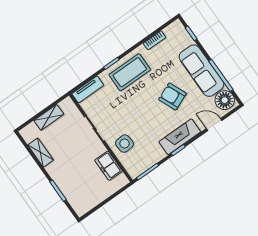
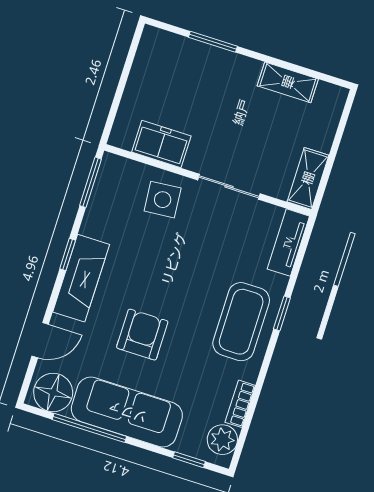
plant: (172, 31) -> (222, 440), added
armchair: (172, 97) -> (142, 335), turned -67
shelving: (49, 117) -> (308, 178), moved

